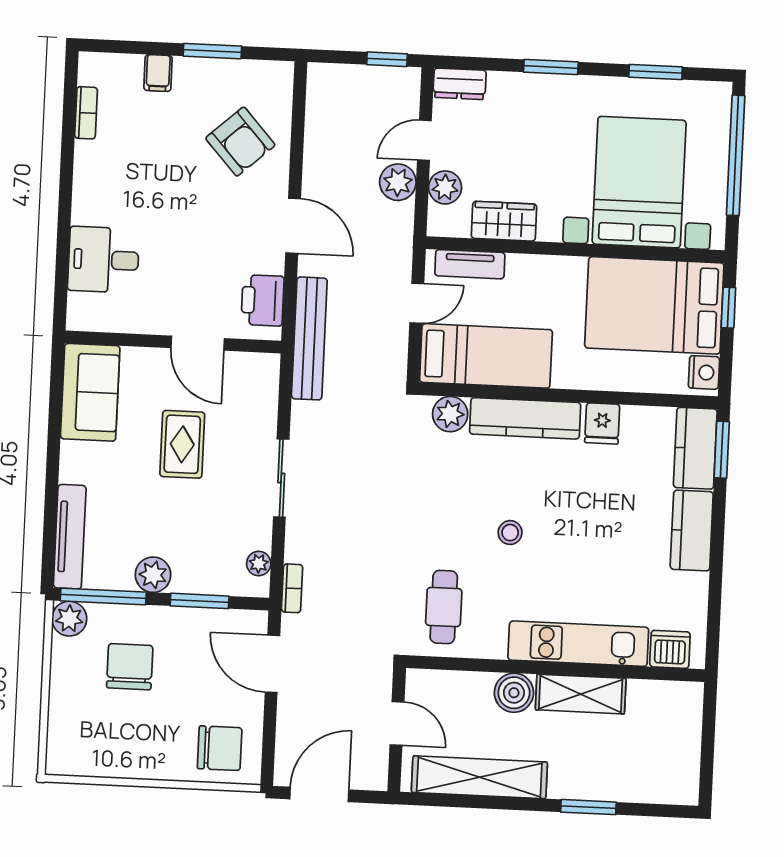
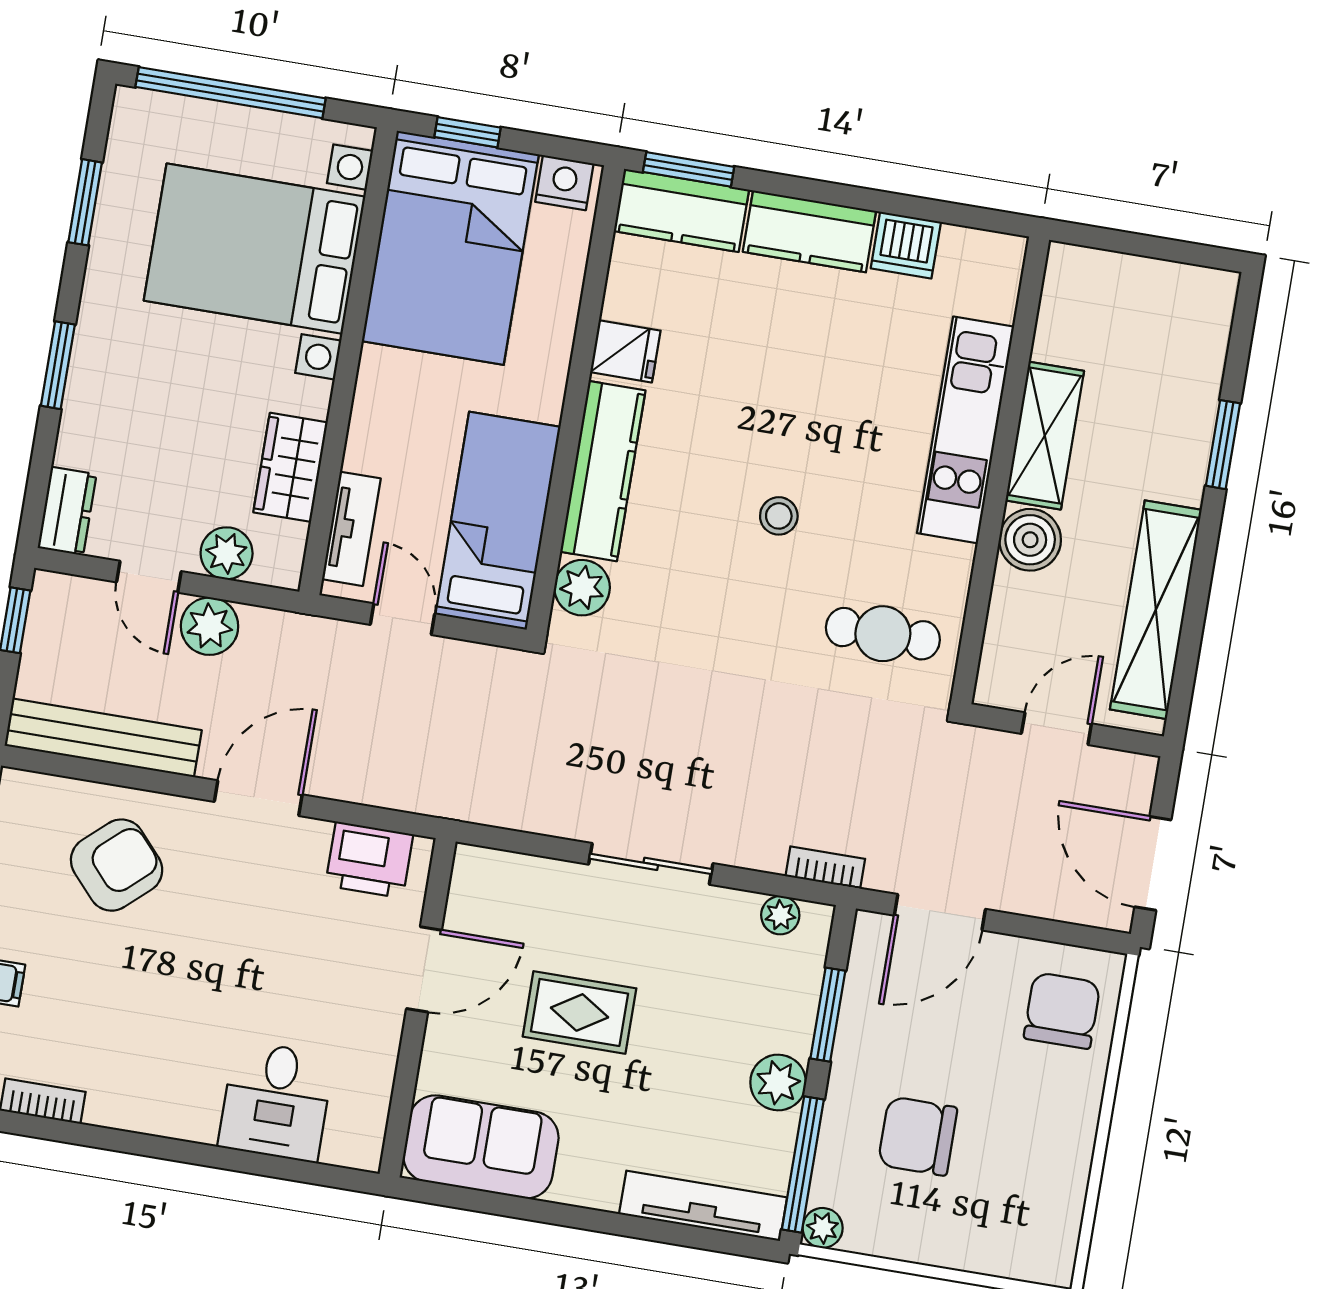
bench: (309, 338) -> (103, 738), moved
plant: (69, 619) -> (823, 1228), width x0.73, depth x0.73
dishwasher: (670, 649) -> (906, 245), moved, turned -90

